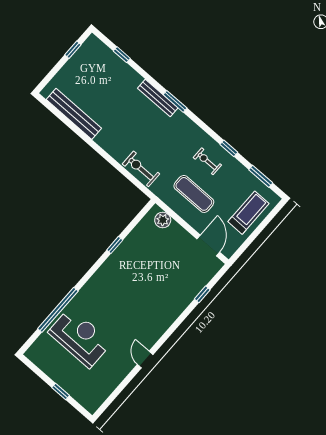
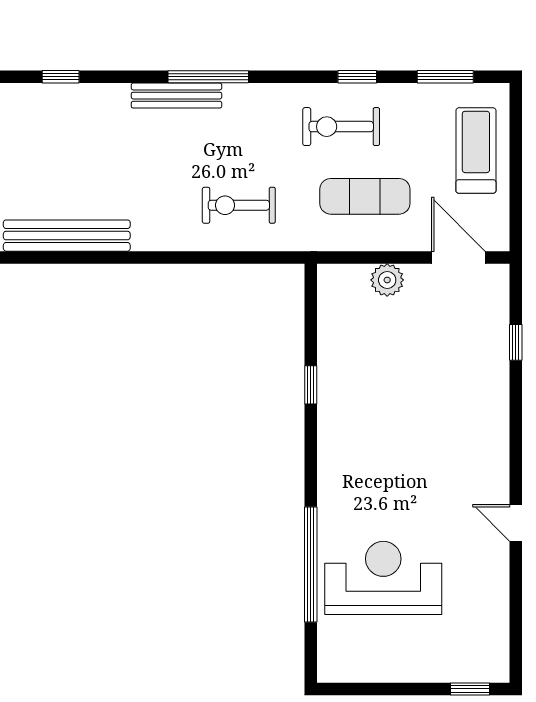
window: (175, 101) -> (208, 77), width x1.44
exercise bike: (207, 161) -> (341, 127), width x1.38, depth x1.39
exercise bike: (141, 169) -> (239, 205), moved
plant: (163, 220) -> (387, 280), moved
window: (61, 391) -> (470, 689), moved

